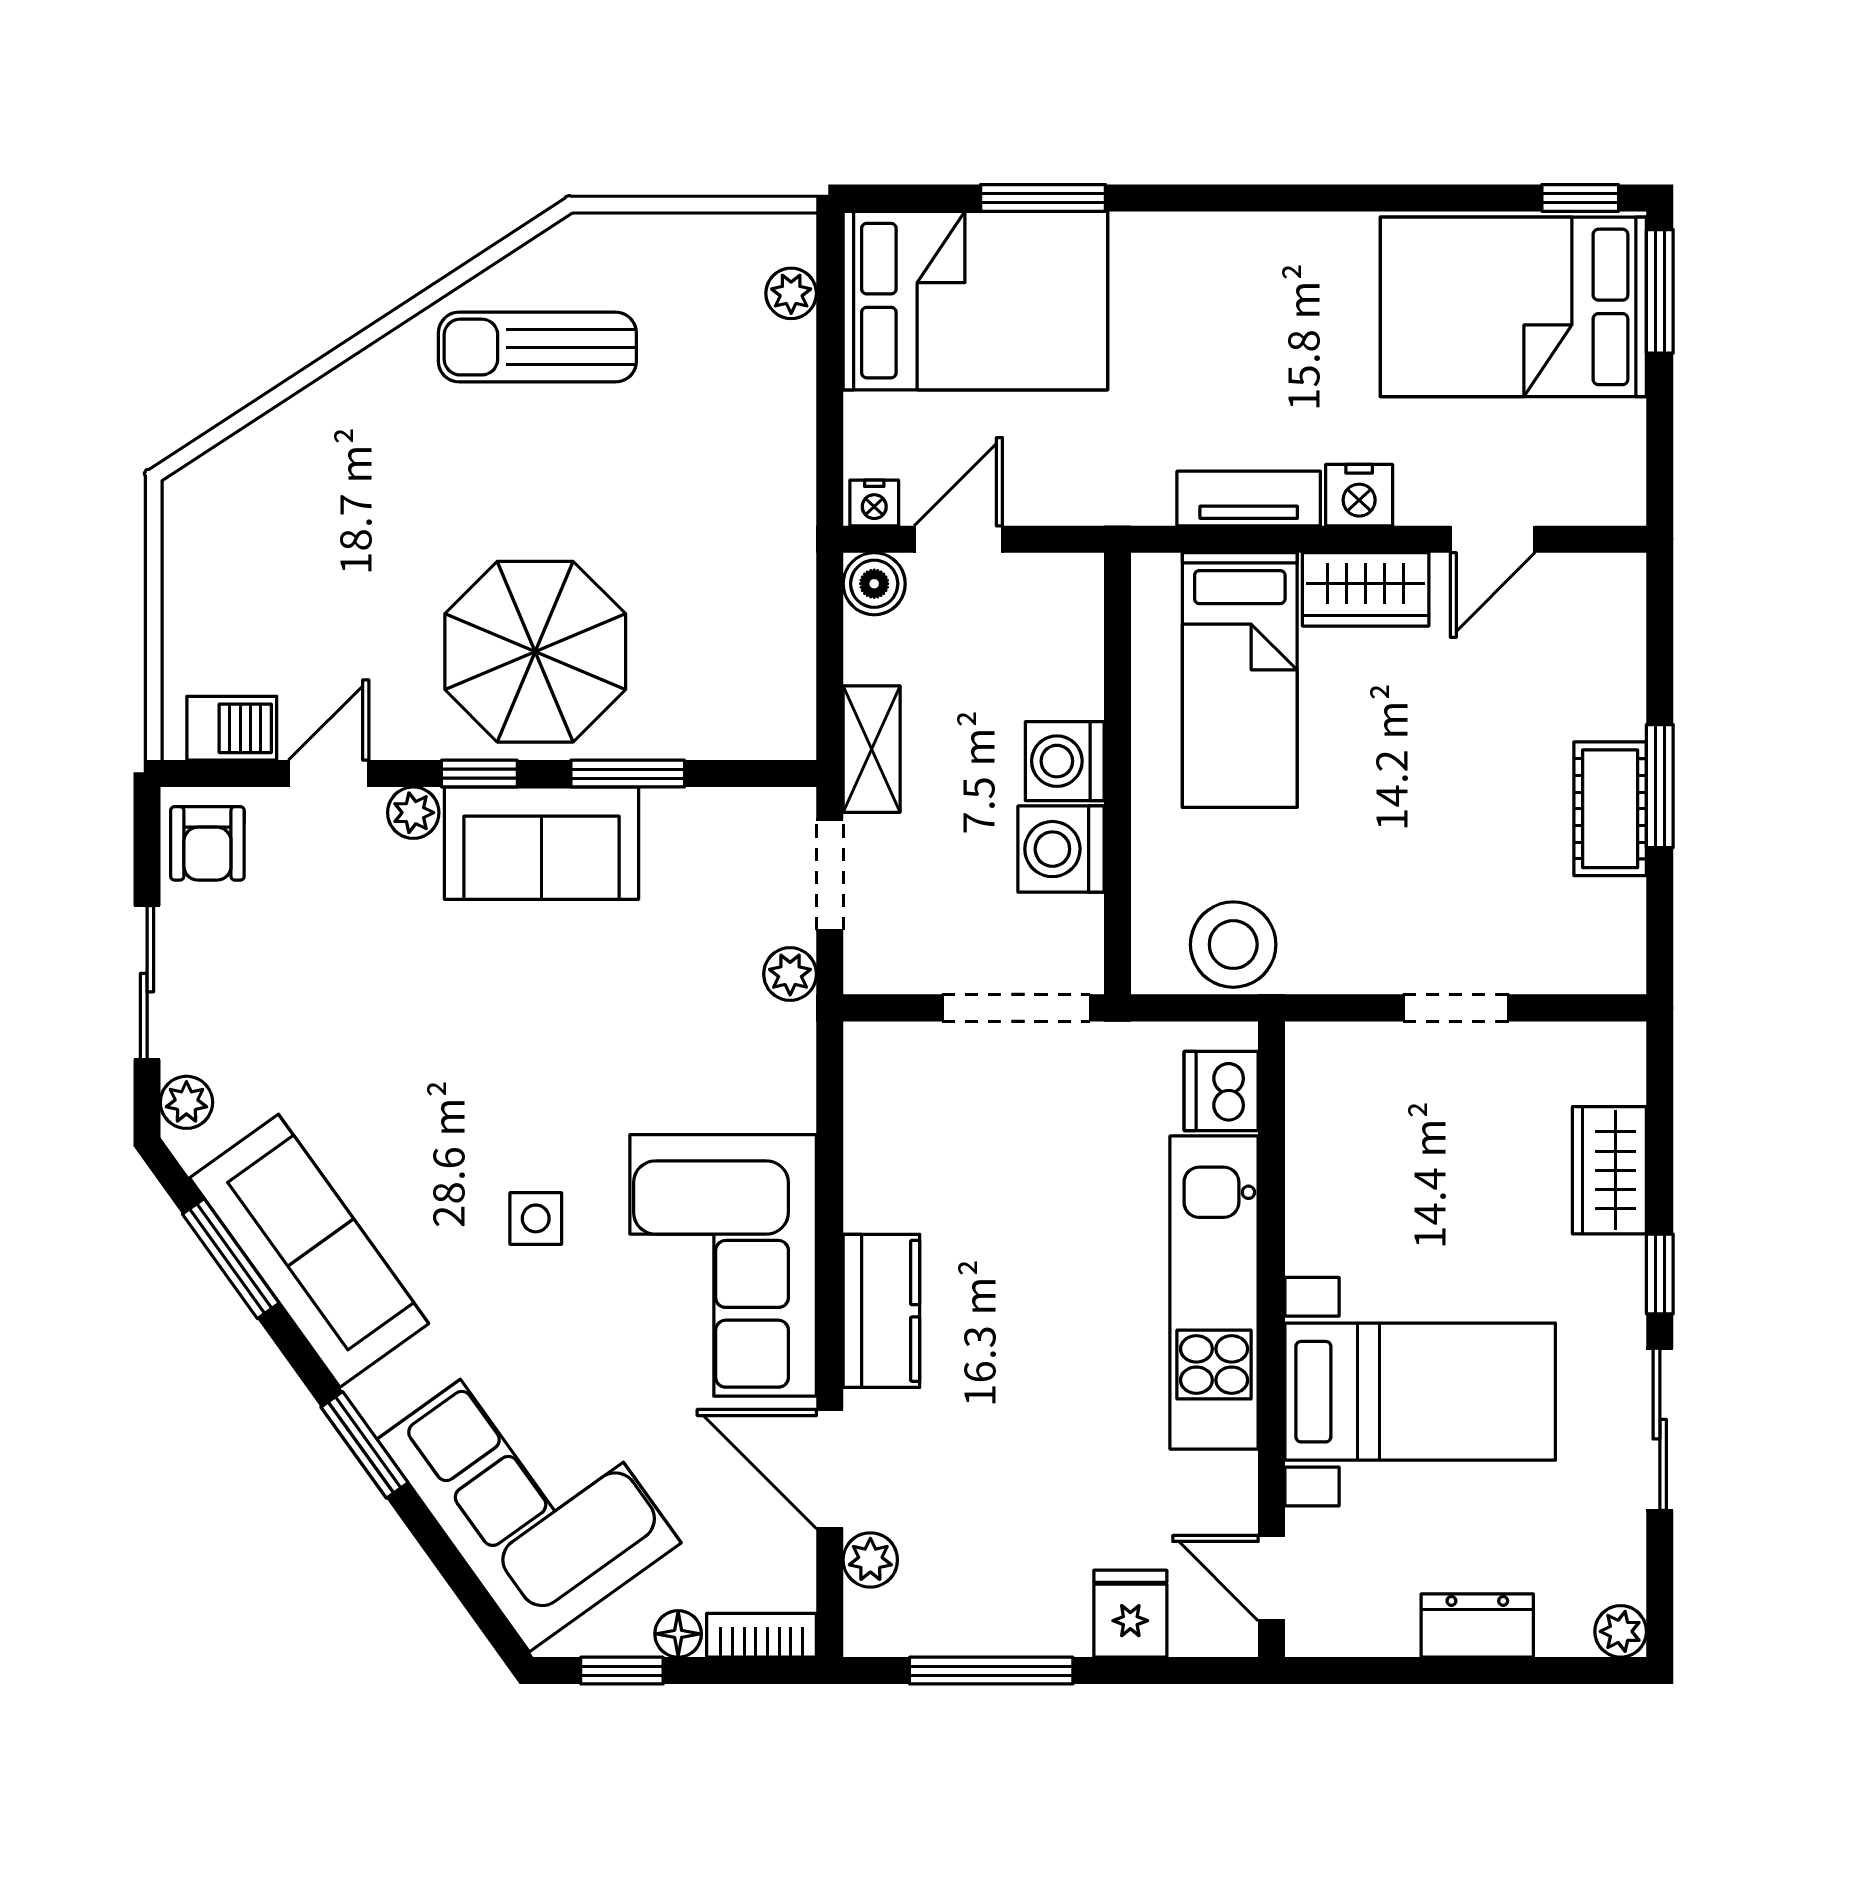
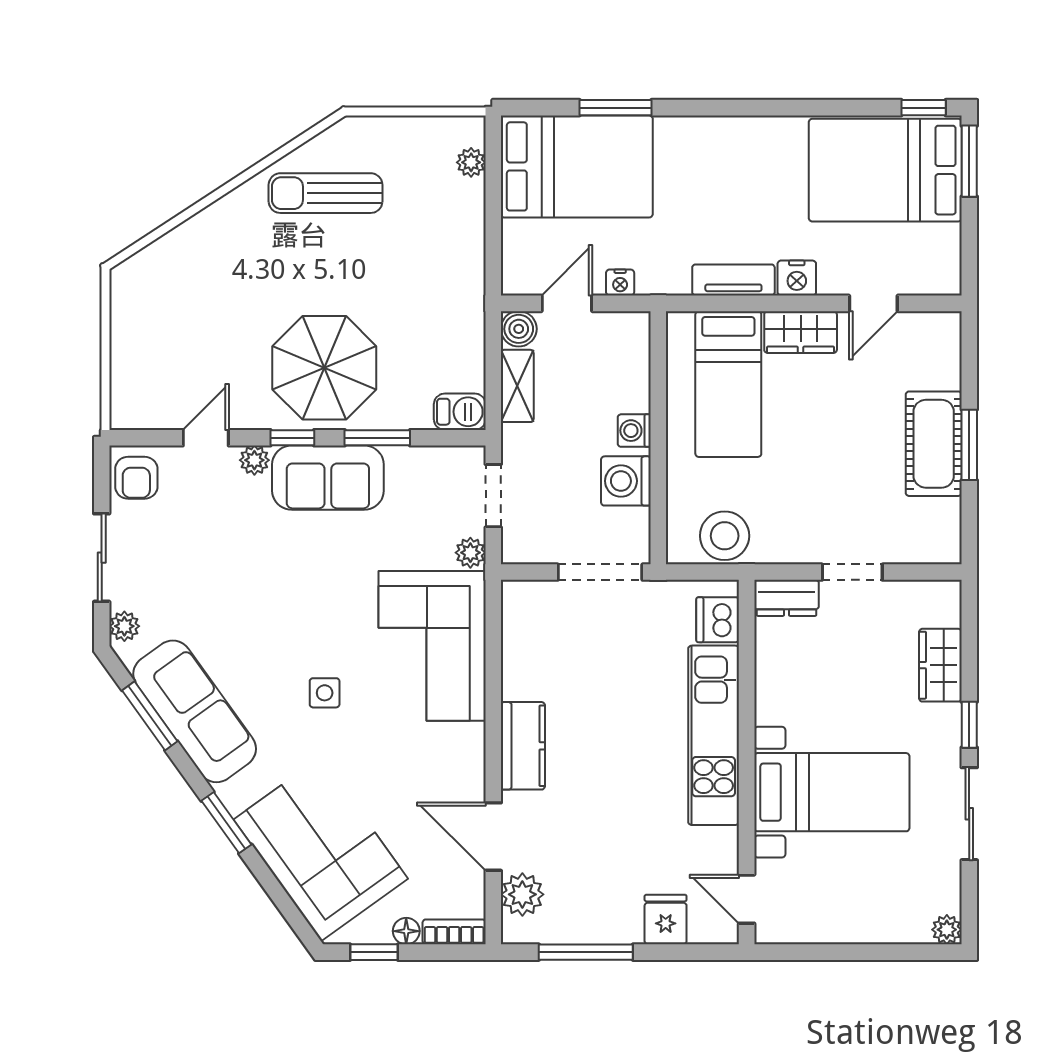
nightstand: (874, 503) -> (620, 283), moved
barbecue: (232, 728) -> (460, 412), moved
shelving: (872, 749) -> (517, 386), moved
washing machine: (1065, 761) -> (634, 431), width x0.73, depth x0.73
cot: (1610, 809) -> (934, 444), width x1.37, depth x1.34
corner sofa: (723, 1265) -> (432, 646), moved
plant: (870, 1560) -> (522, 894), width x1.38, depth x1.38
dresser: (1477, 1626) -> (786, 598), moved, turned 180

